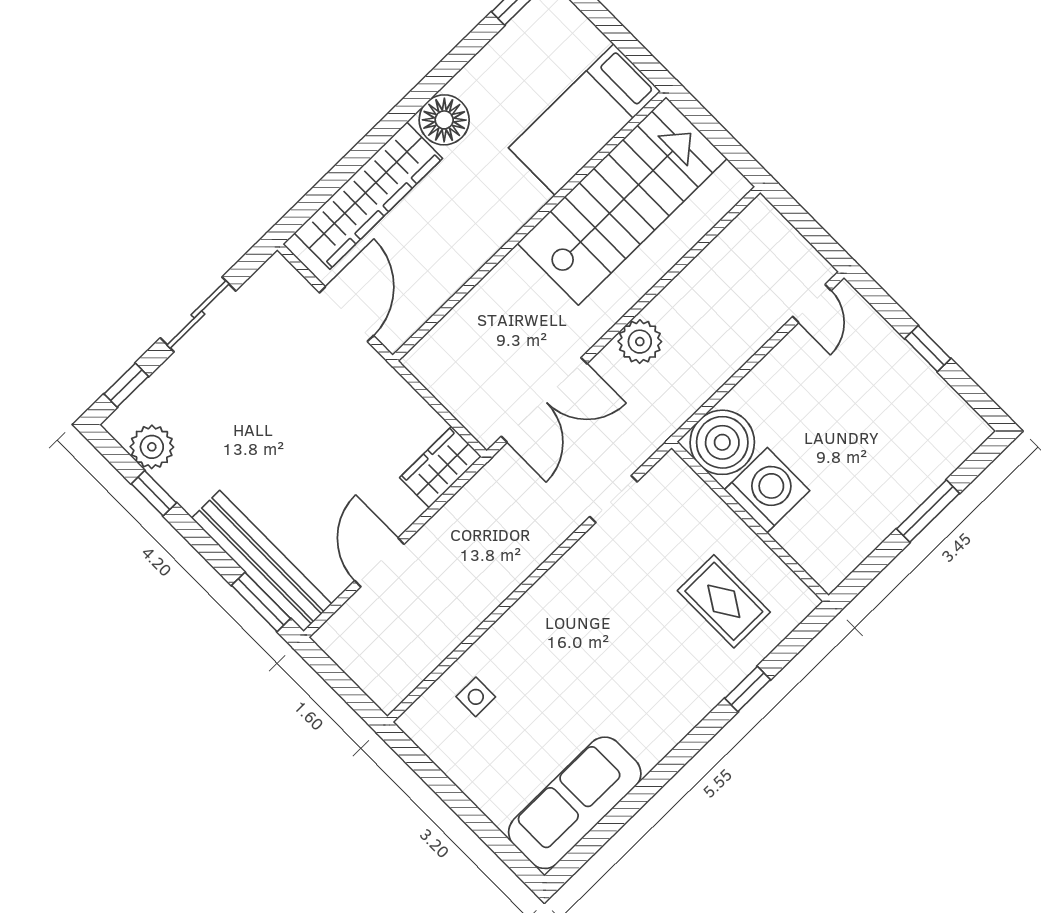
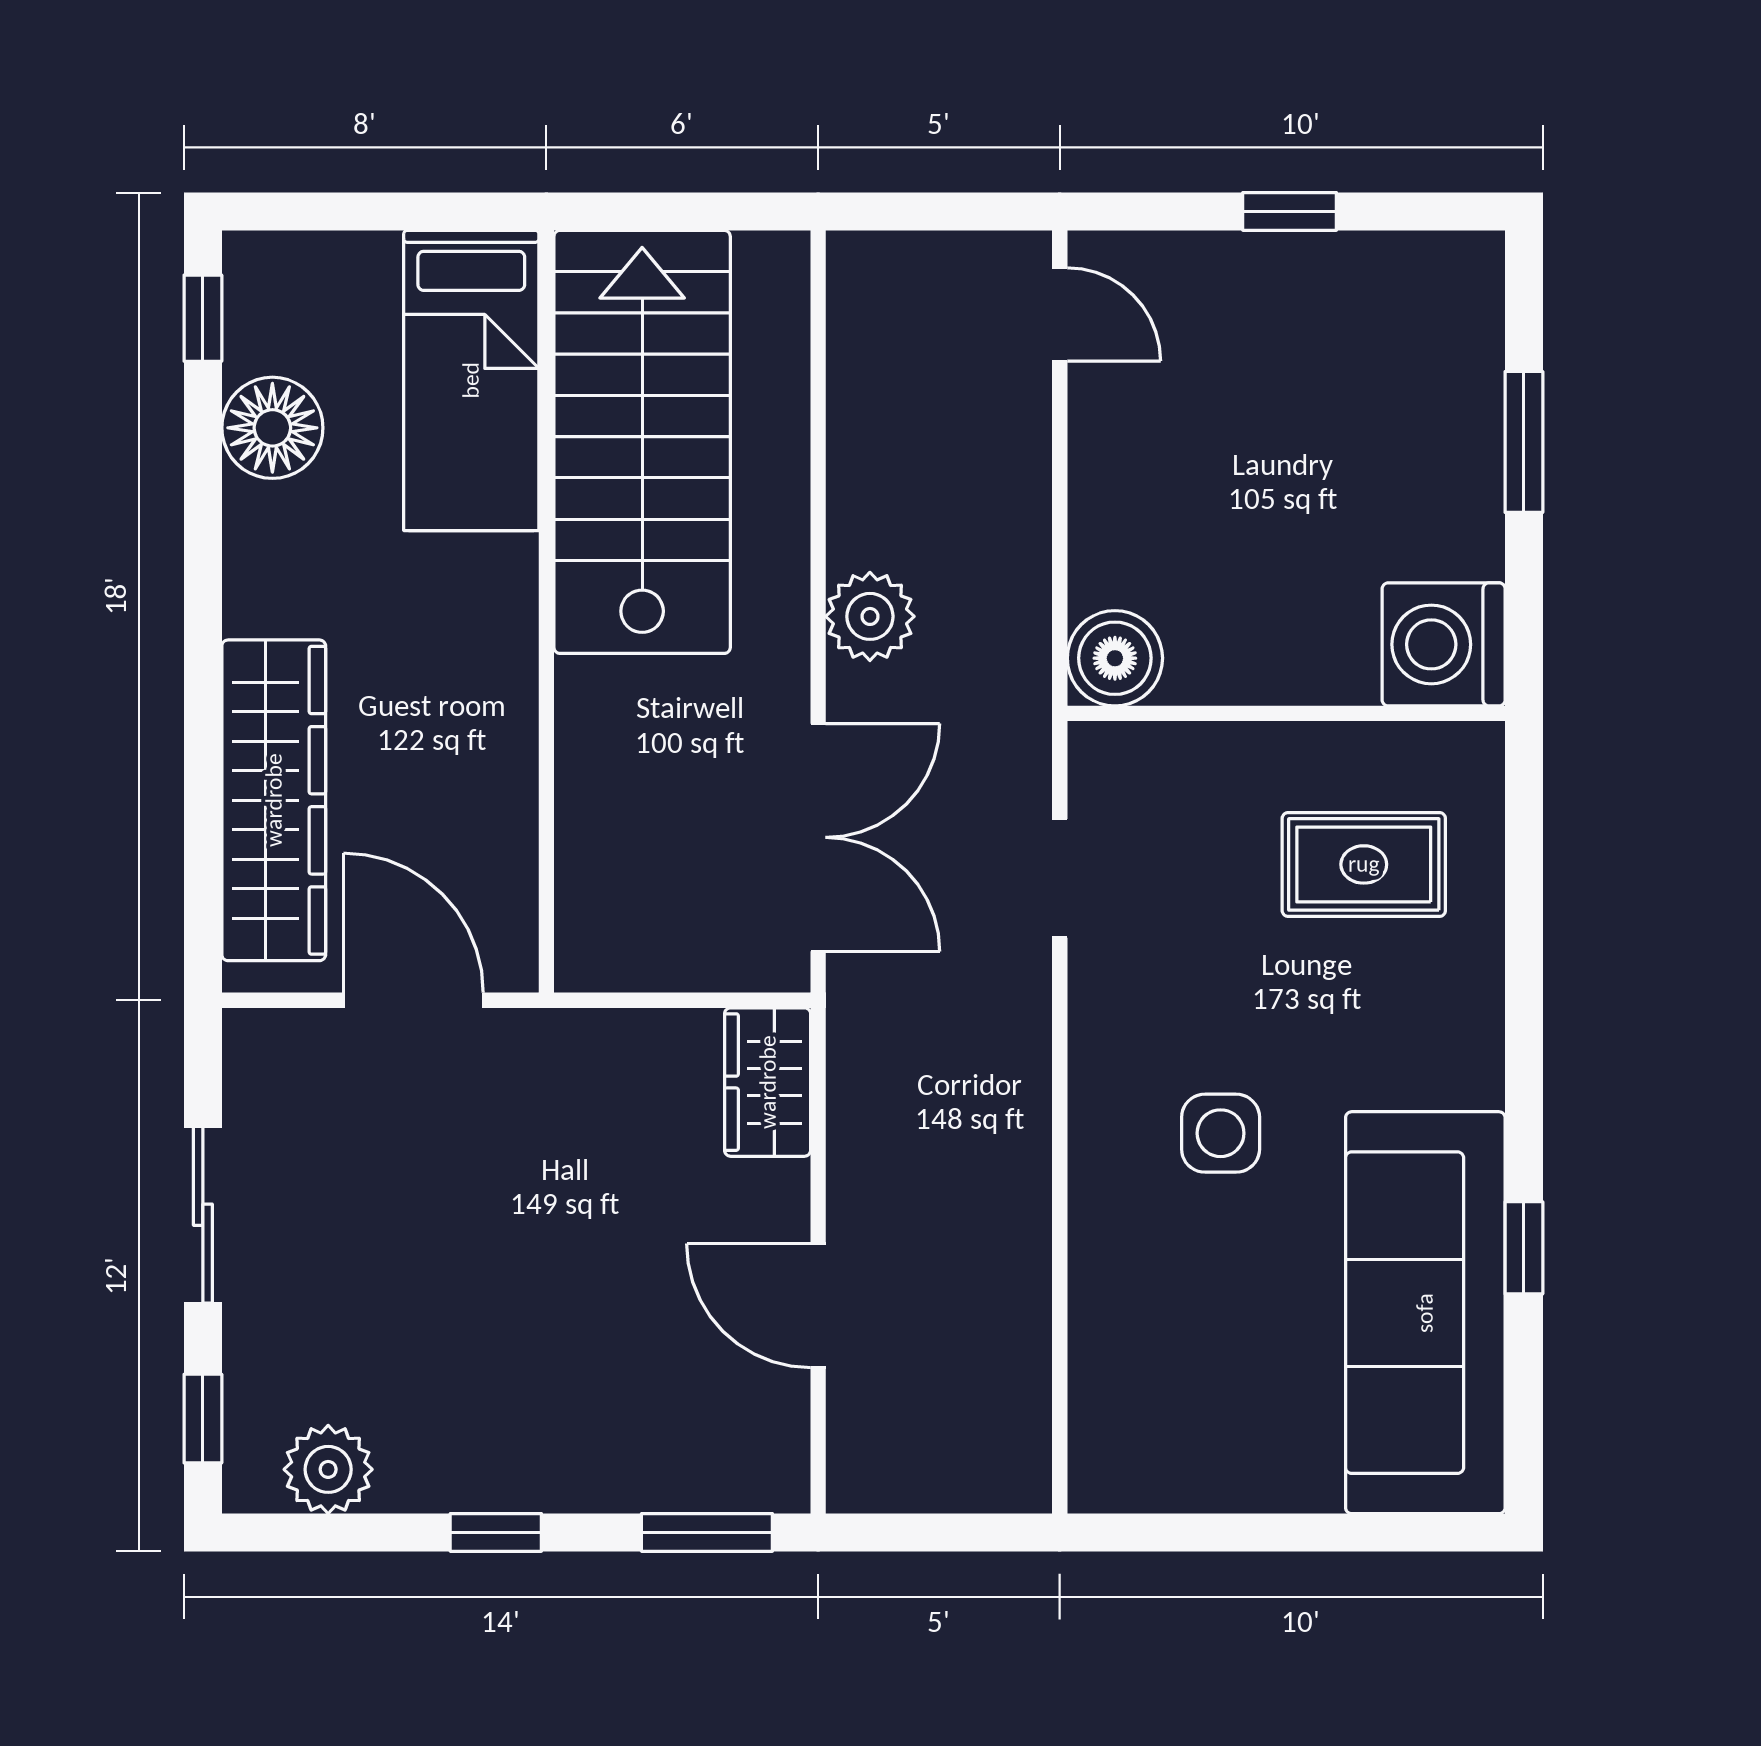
floor lamp: (444, 120) -> (272, 428), moved
boiler: (722, 442) -> (1115, 658), width x0.73, depth x0.73
washing machine: (767, 490) -> (1444, 644), moved, turned -90
window: (154, 493) -> (496, 1532), moved
bench: (262, 561) -> (649, 1473), removed
window: (748, 689) -> (1524, 1248), moved
side table: (476, 697) -> (1221, 1133), moved, width x1.37, depth x1.37
sofa: (575, 803) -> (1425, 1313), width x1.36, depth x1.27

